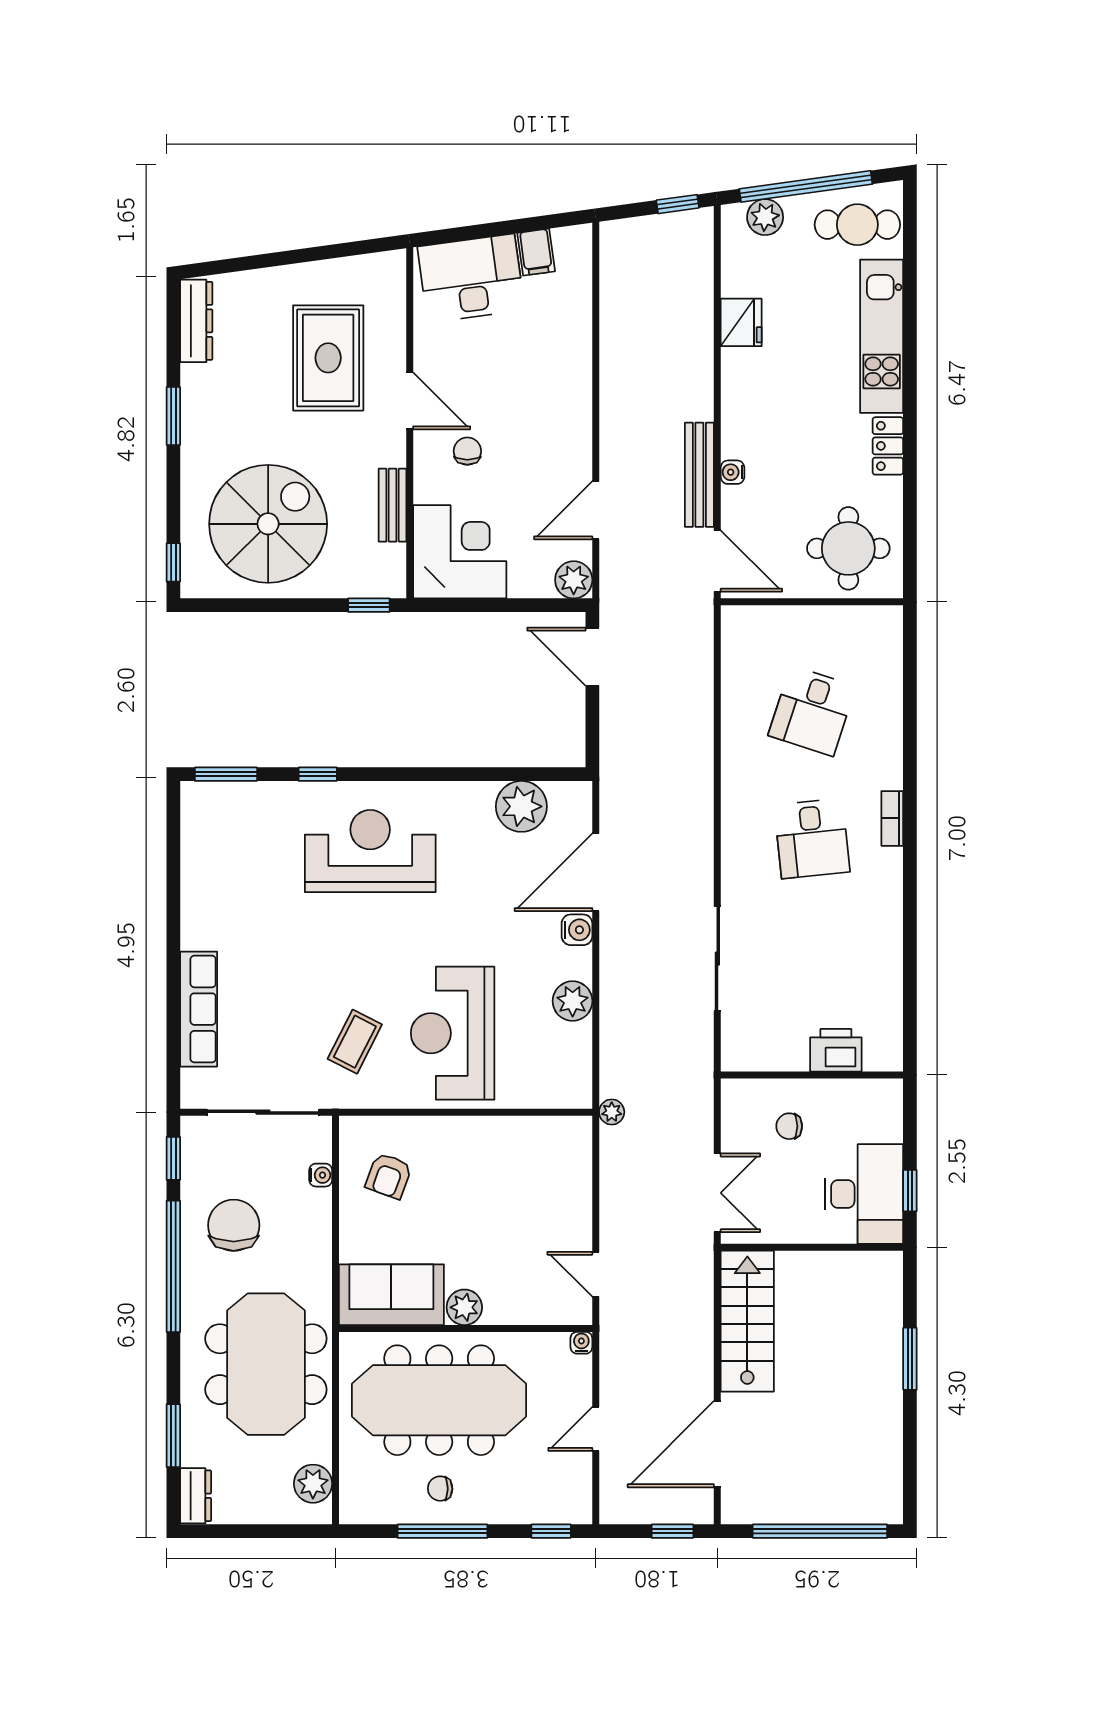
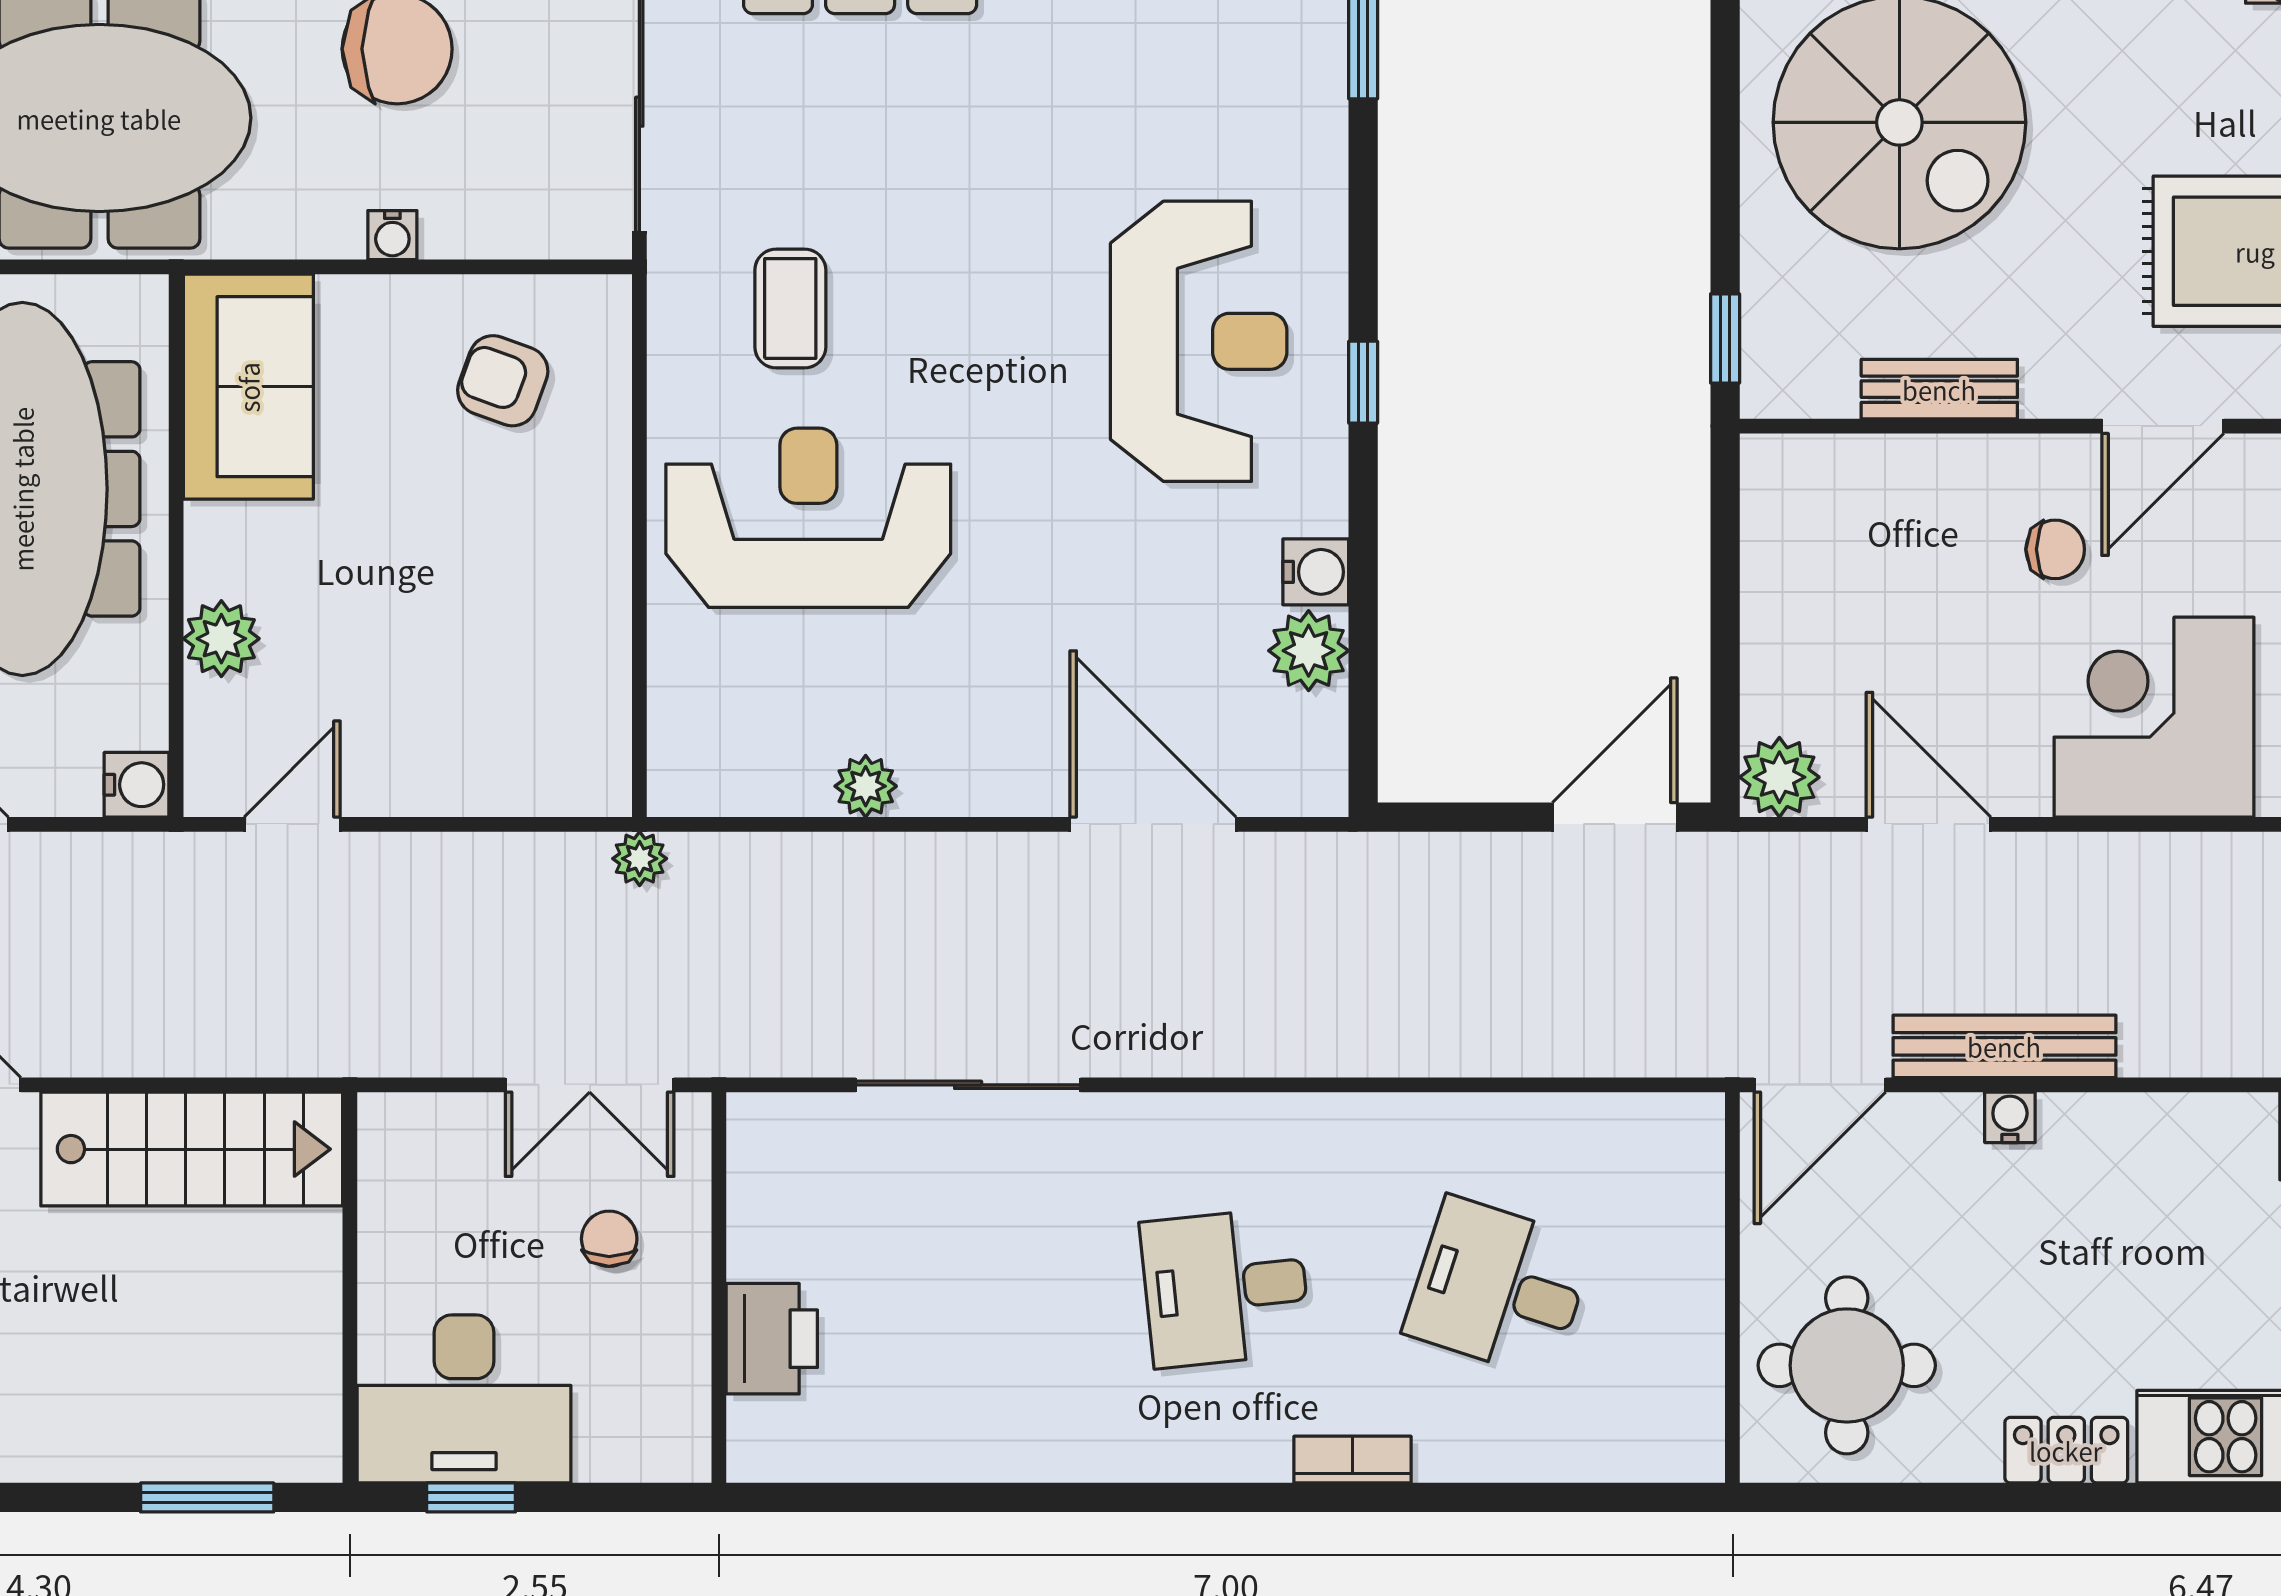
corner desk: (460, 552) -> (2154, 717), moved, turned 180
window: (318, 774) -> (1363, 382), moved
plant: (521, 806) -> (1309, 651), width x0.73, depth x0.73
bookcase: (892, 818) -> (1352, 1460), moved
water cooler: (577, 930) -> (1316, 572), moved, turned -90
plant: (573, 1001) -> (866, 786), width x0.73, depth x0.73
coffee table: (355, 1042) -> (790, 308), turned 63
water cooler: (321, 1175) -> (392, 235), moved
double door: (717, 1193) -> (590, 1085), moved
plant: (464, 1307) -> (221, 639), moved
water cooler: (581, 1343) -> (137, 785), width x1.38, depth x1.38
window: (910, 1359) -> (207, 1497), moved

